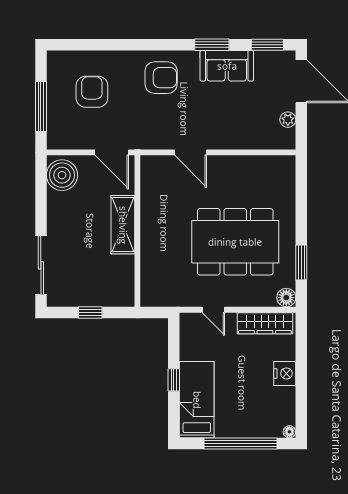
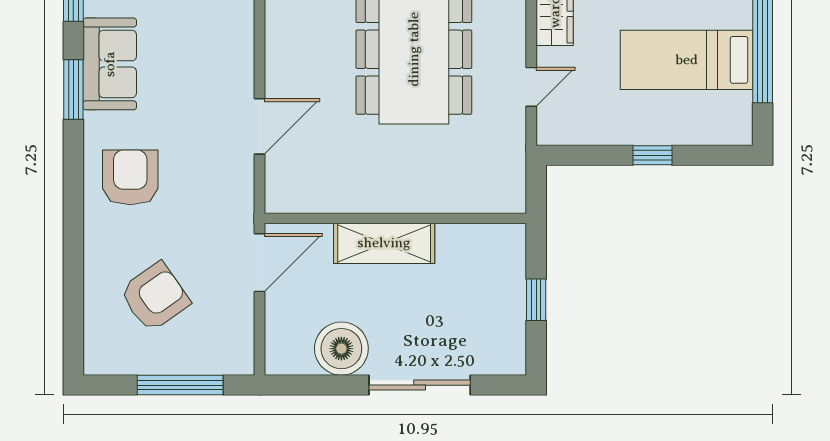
armchair: (92, 92) -> (155, 297), turned 145
boiler: (62, 175) -> (341, 349), moved
sliding door: (41, 265) -> (420, 385), moved
bed: (197, 400) -> (687, 60), moved

